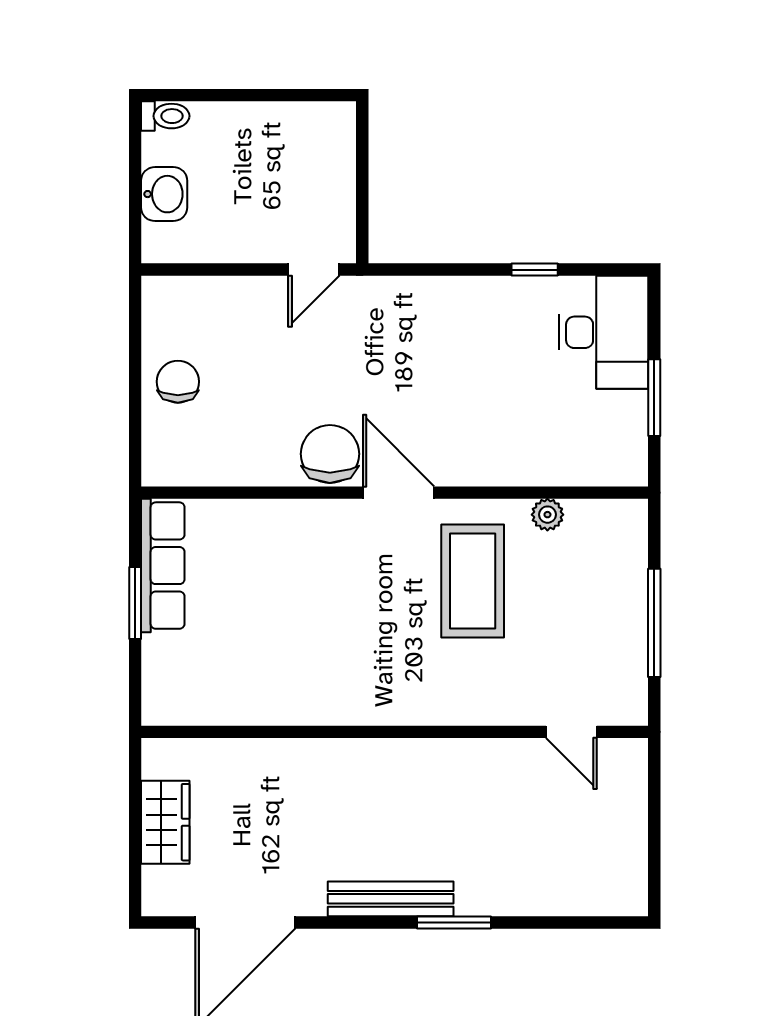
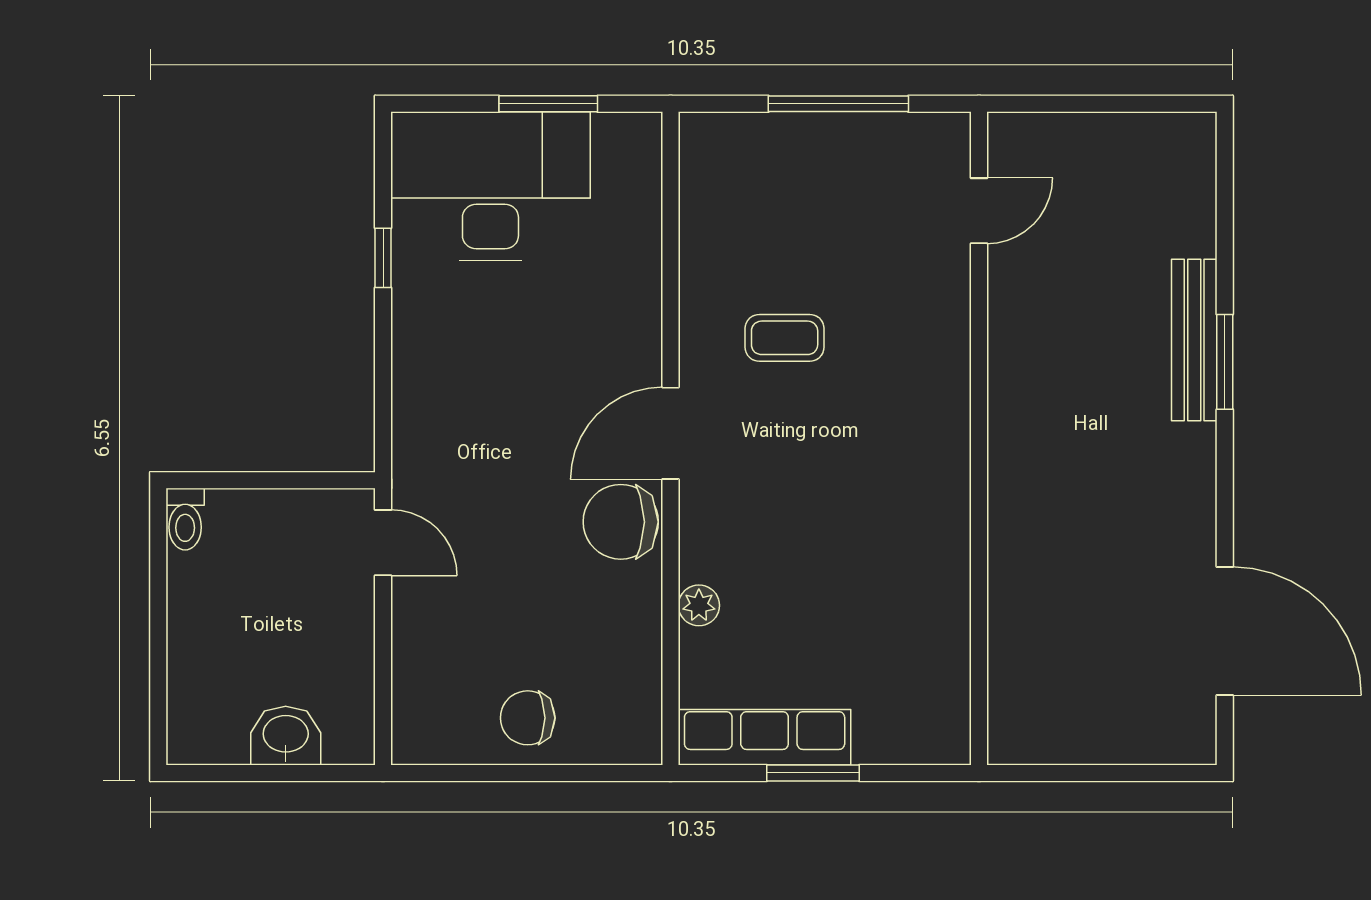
toilet: (165, 116) -> (185, 519), moved, turned 180
desk: (604, 332) -> (490, 186), width x1.36, depth x1.30
plant: (547, 515) -> (699, 605), moved
coffee table: (473, 581) -> (785, 338), width x0.54, depth x0.58
wardrobe: (165, 822) -> (1095, 734), removed
bench: (391, 899) -> (1194, 340), moved

